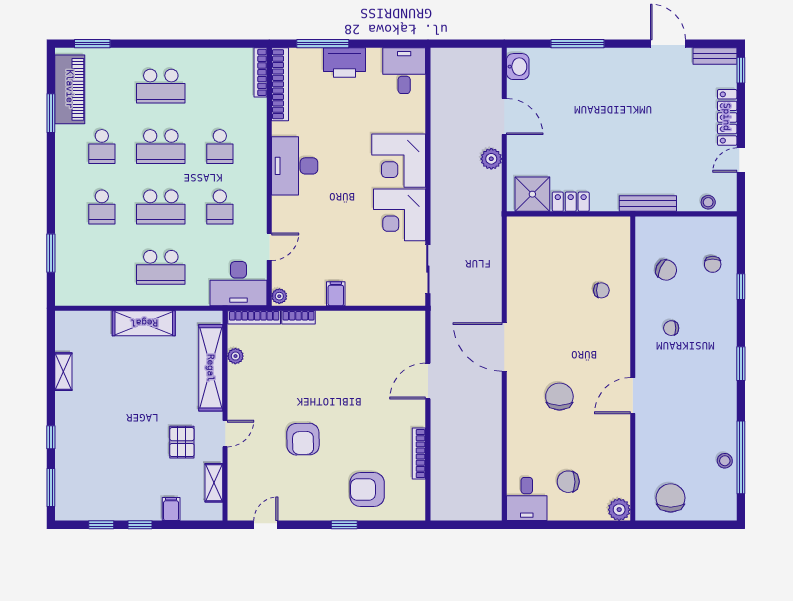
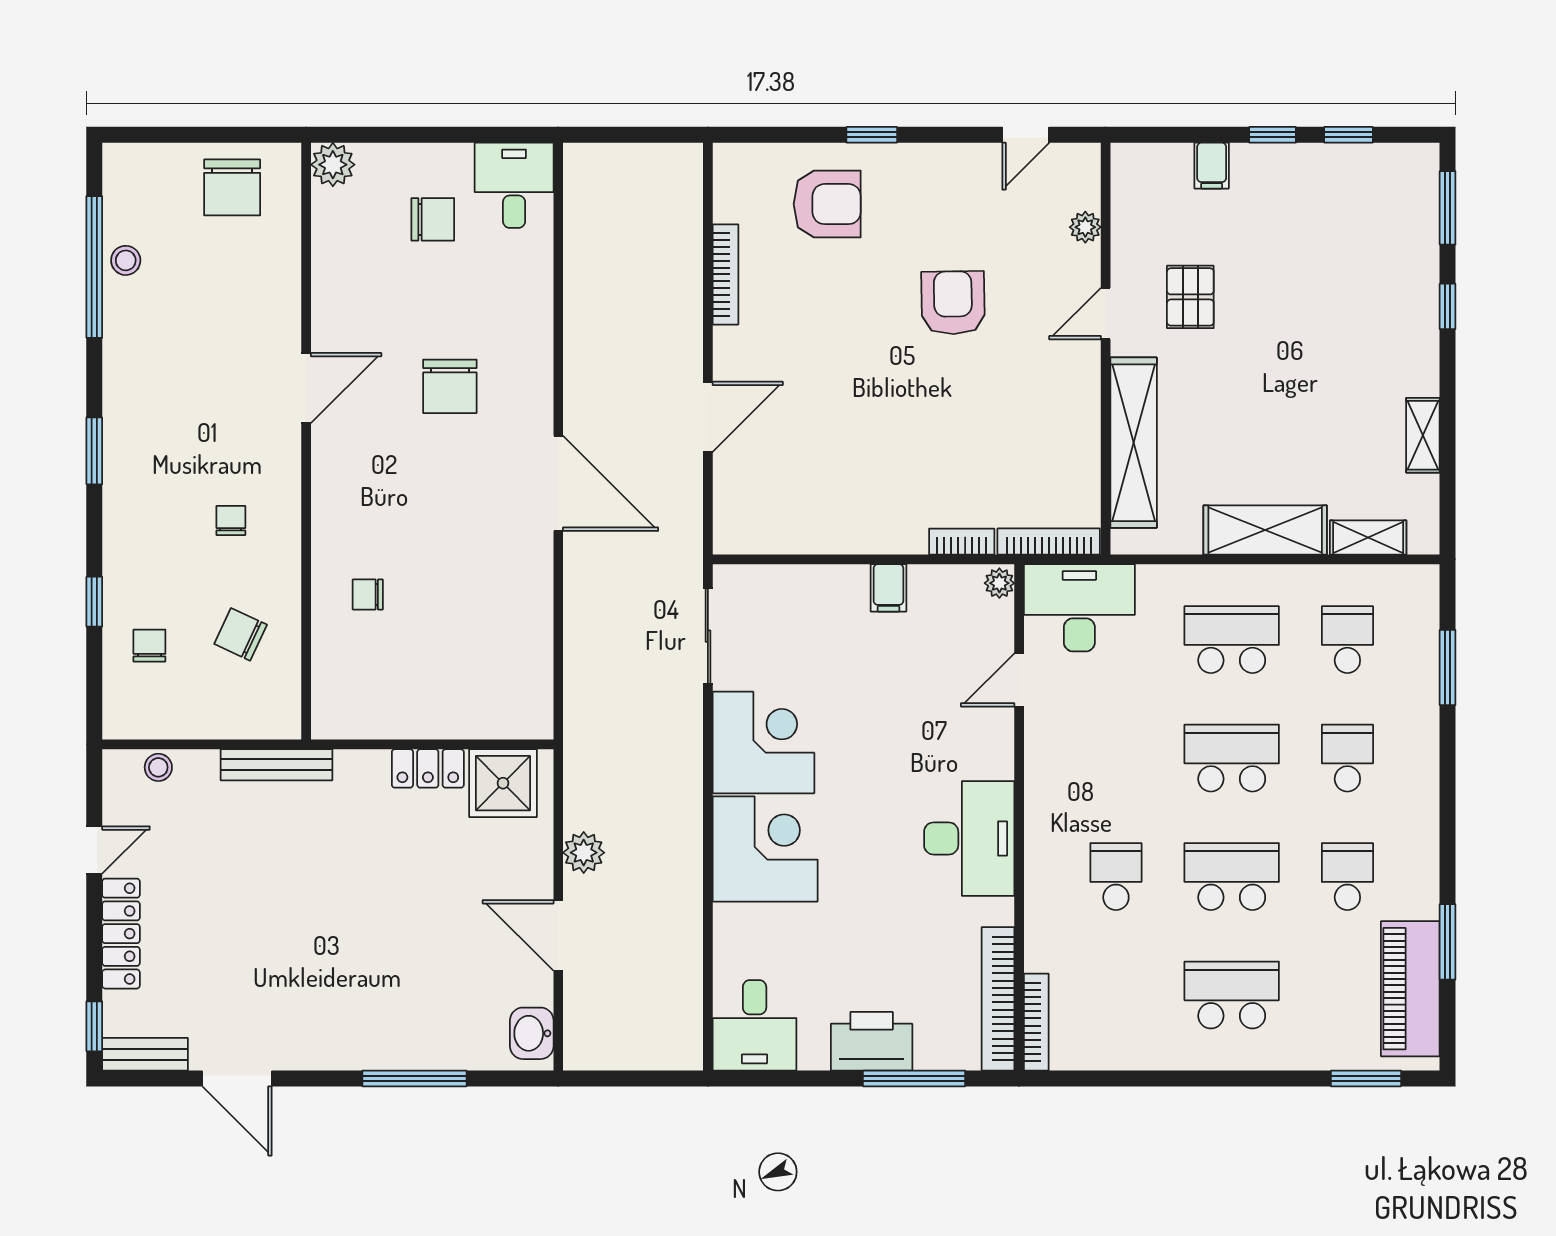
school desk: (220, 207) -> (1347, 640), moved
chair: (671, 328) -> (231, 521), turned -90
plant: (235, 356) -> (1085, 227), moved
shelving: (214, 483) -> (1368, 537), moved, turned 90

